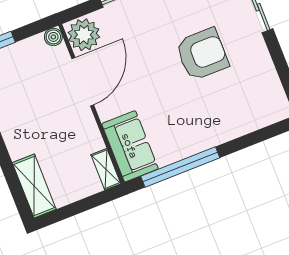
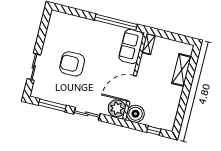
boiler: (53, 37) -> (135, 114), width x1.86, depth x1.86
shelving: (34, 186) -> (182, 70), moved

